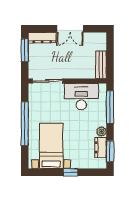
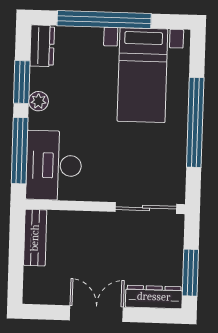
desk: (81, 97) -> (54, 165), moved, turned 90
dresser: (101, 147) -> (42, 46), moved
window: (110, 151) -> (22, 82), moved
window: (71, 172) -> (104, 20), width x3.17

